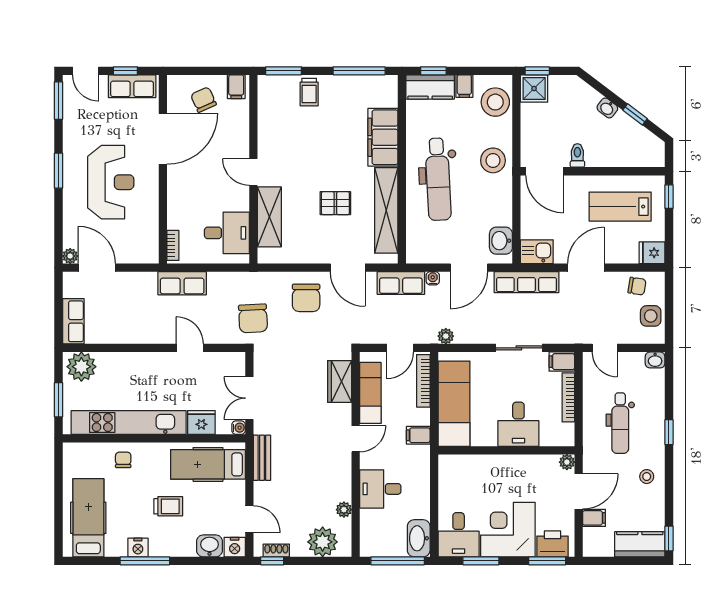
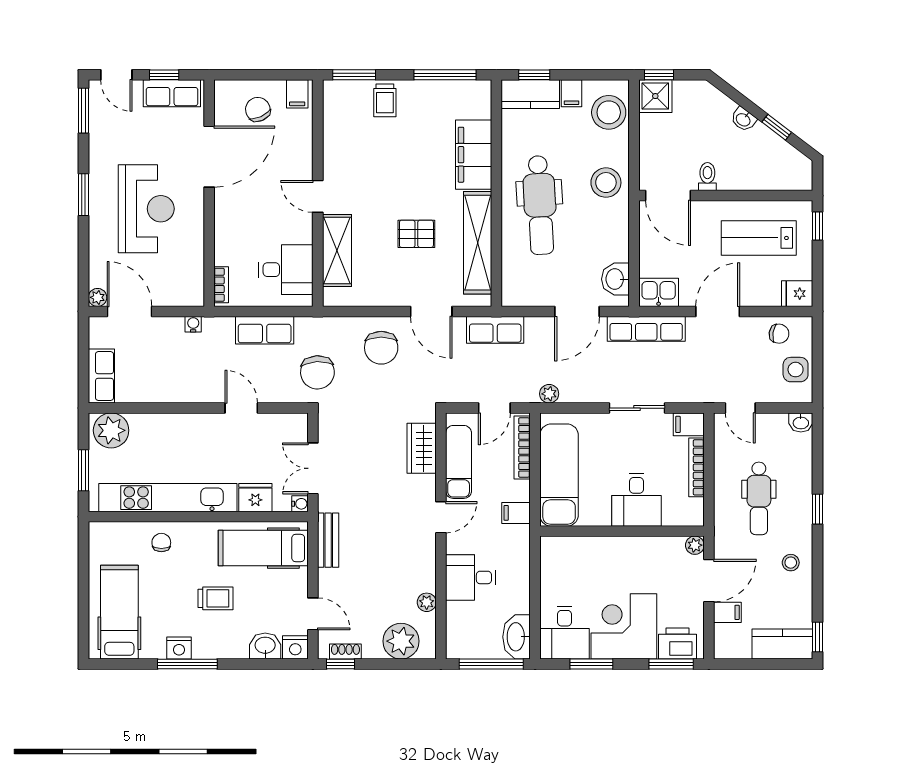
water cooler: (433, 278) -> (193, 324), moved
row of seats: (182, 283) -> (265, 330), moved

